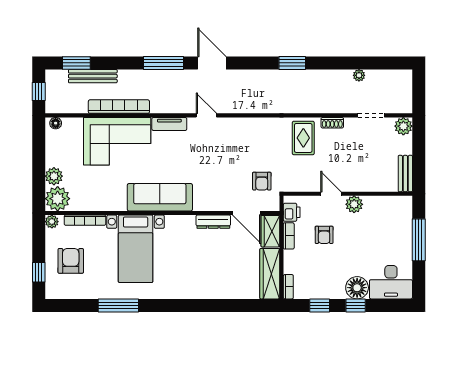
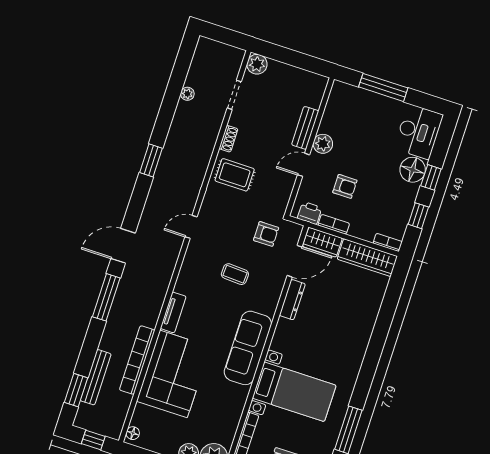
door: (206, 115) -> (191, 227), moved
coffee table: (219, 166) -> (235, 274), added
bench: (405, 174) -> (305, 128), moved, turned 90

